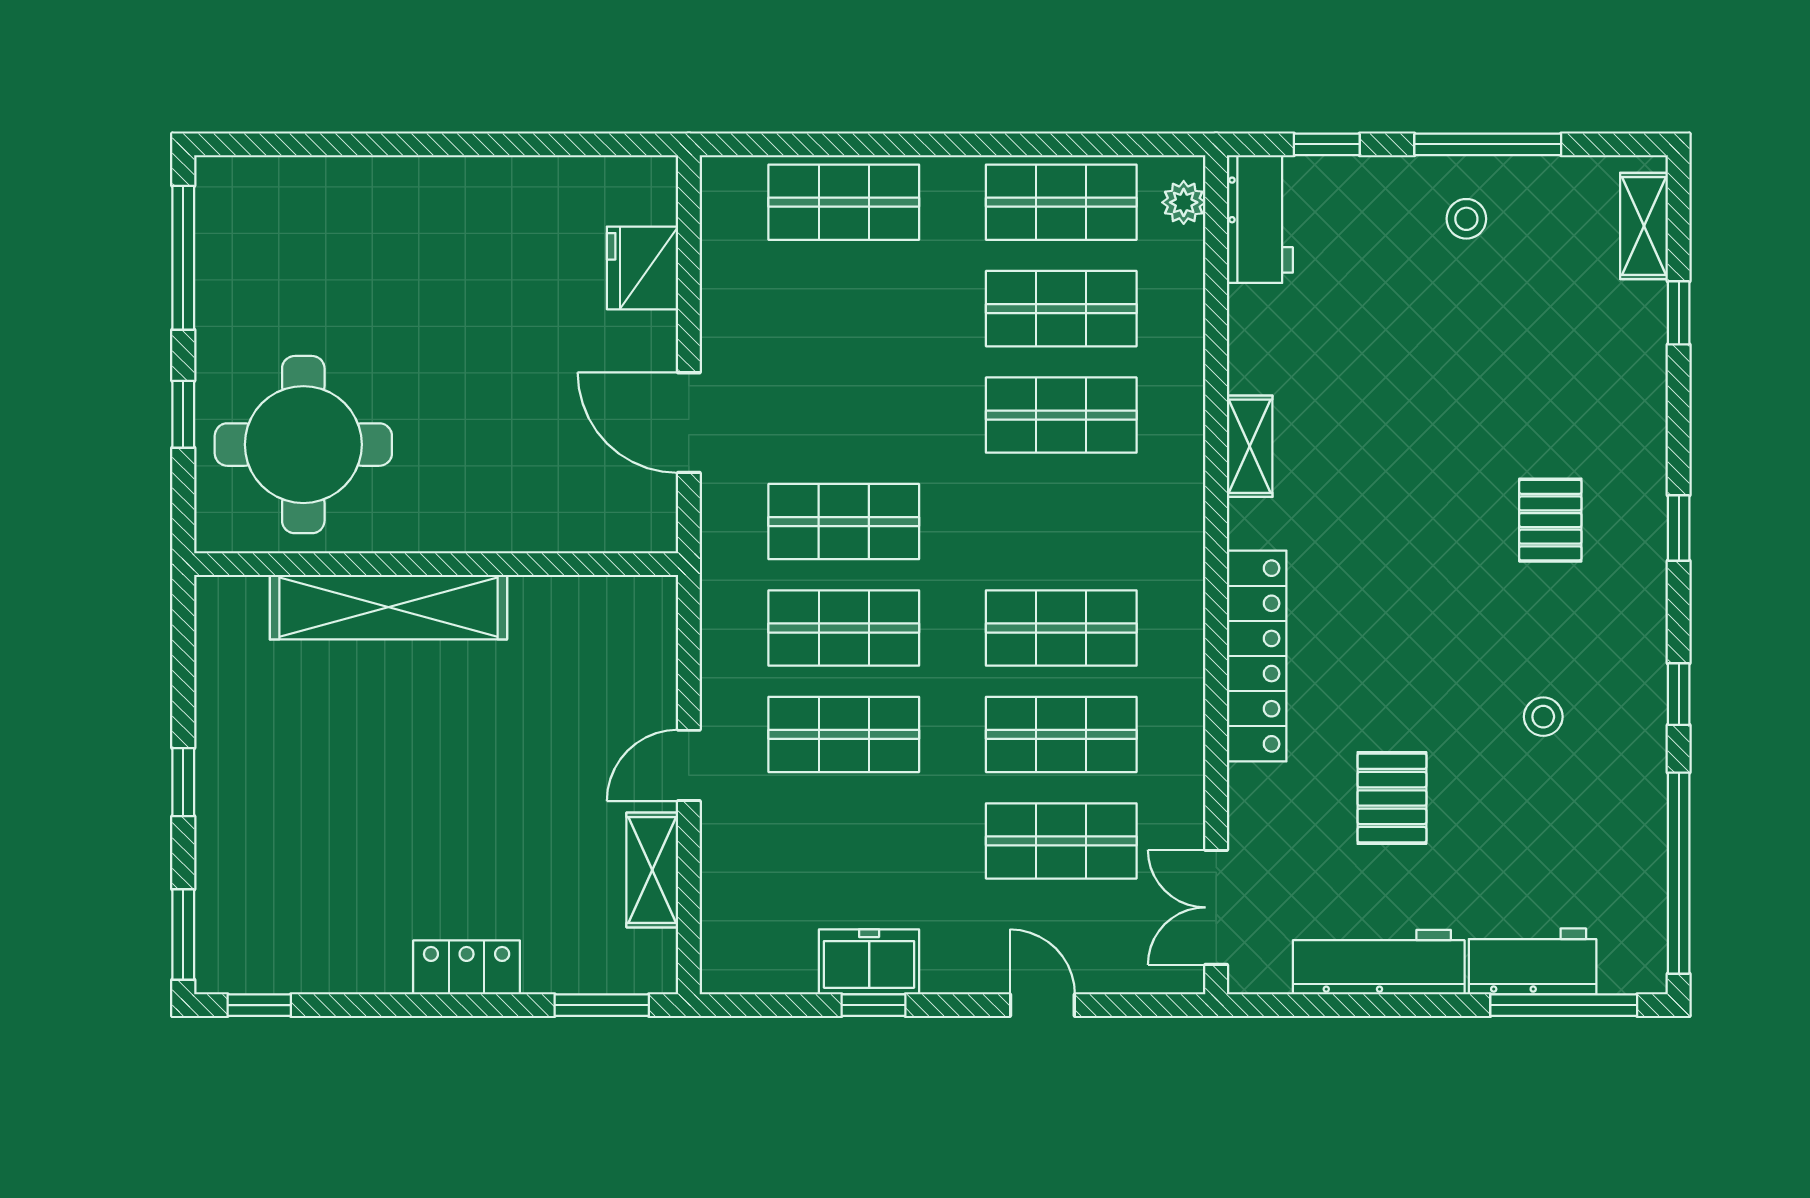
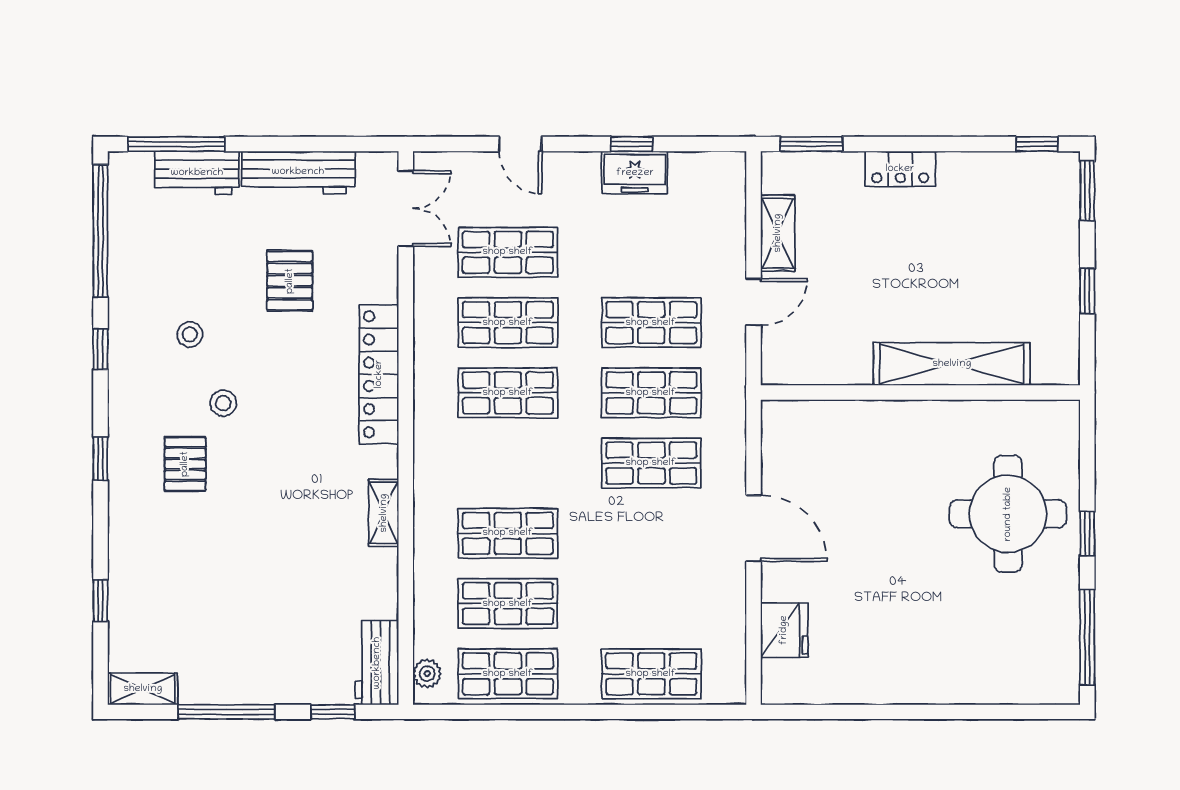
stool: (1466, 219) -> (223, 403), moved
shelving: (1644, 226) -> (143, 689), moved, turned 90
wall: (436, 564) -> (920, 392), moved
shelving: (388, 607) -> (952, 364), moved

